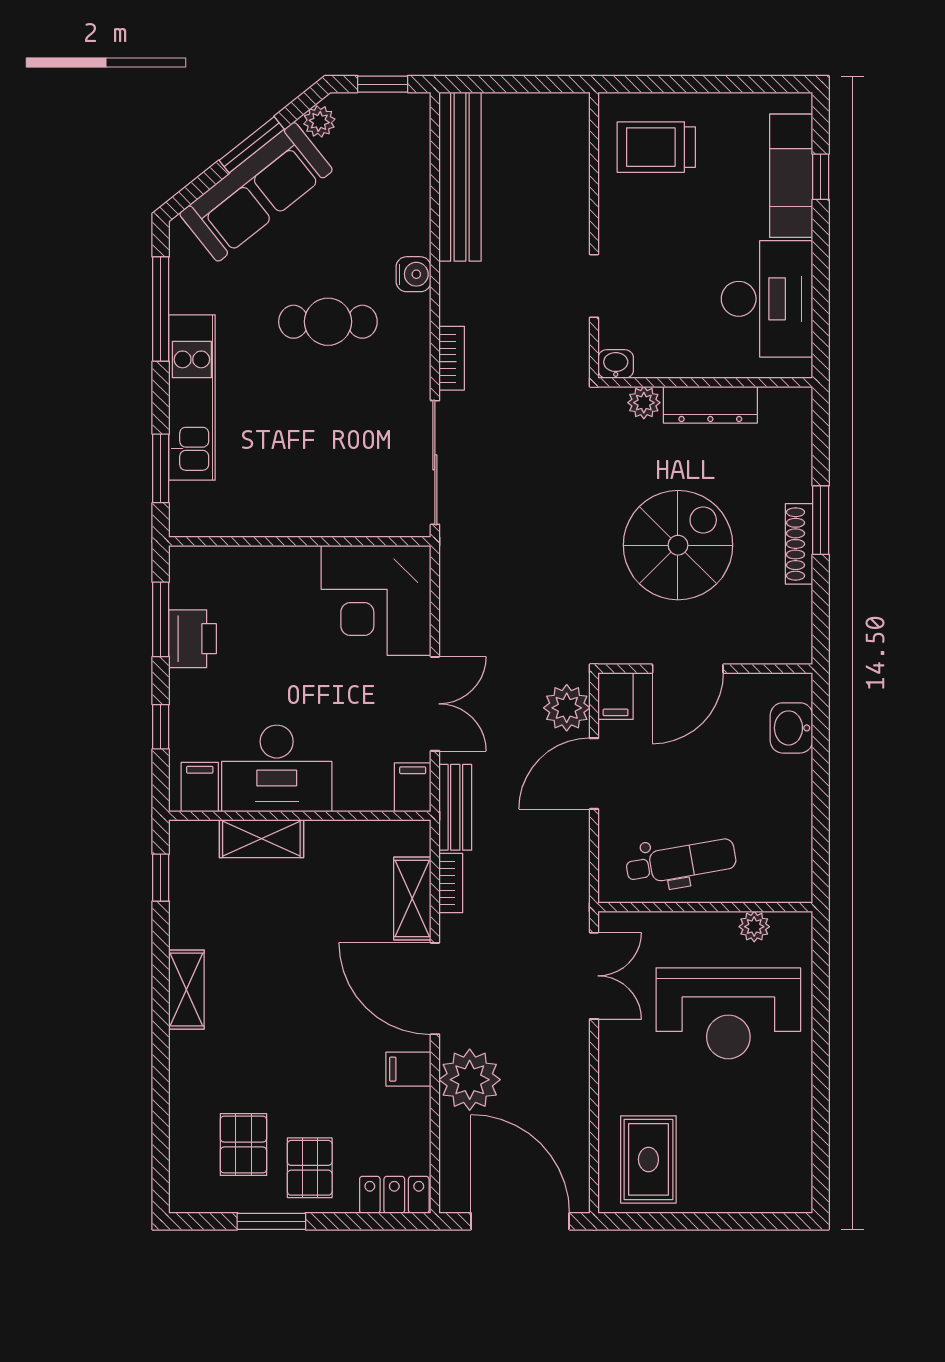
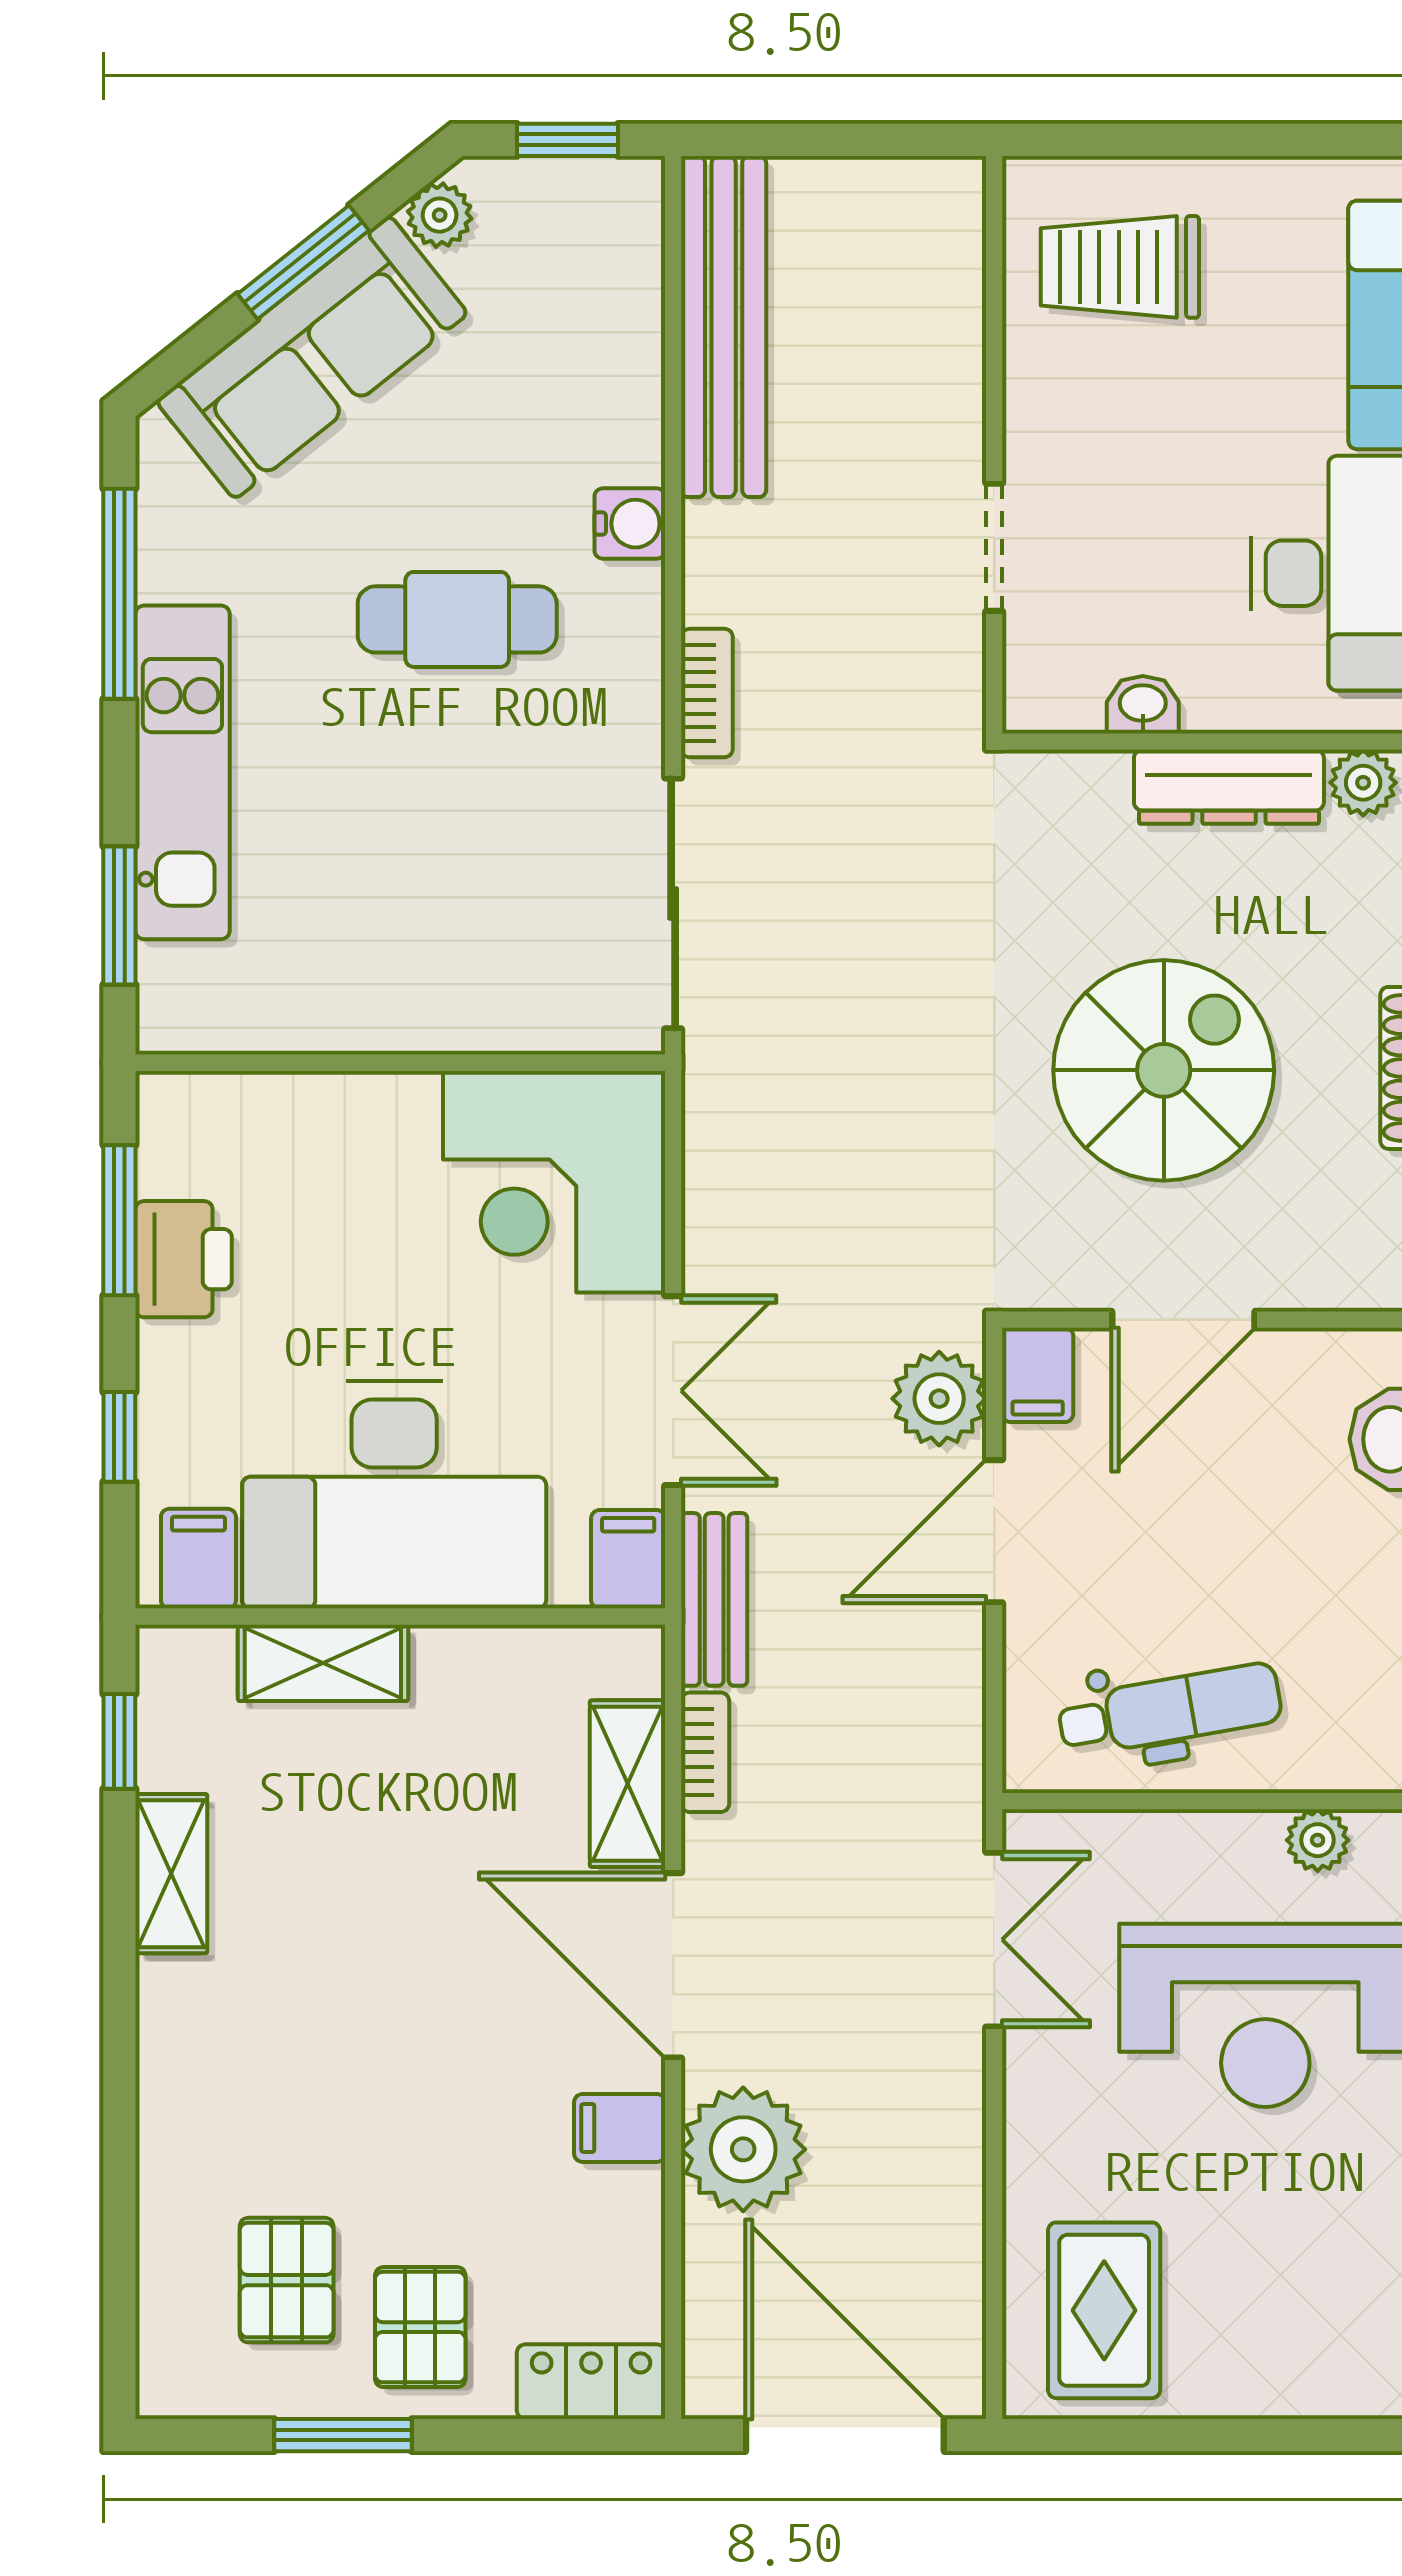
washbasin: (616, 364) -> (1143, 705), moved
plant: (644, 403) -> (1363, 783), moved
desk: (277, 768) -> (394, 1495), width x1.36, depth x1.30
shelving: (186, 990) -> (171, 1874), moved

